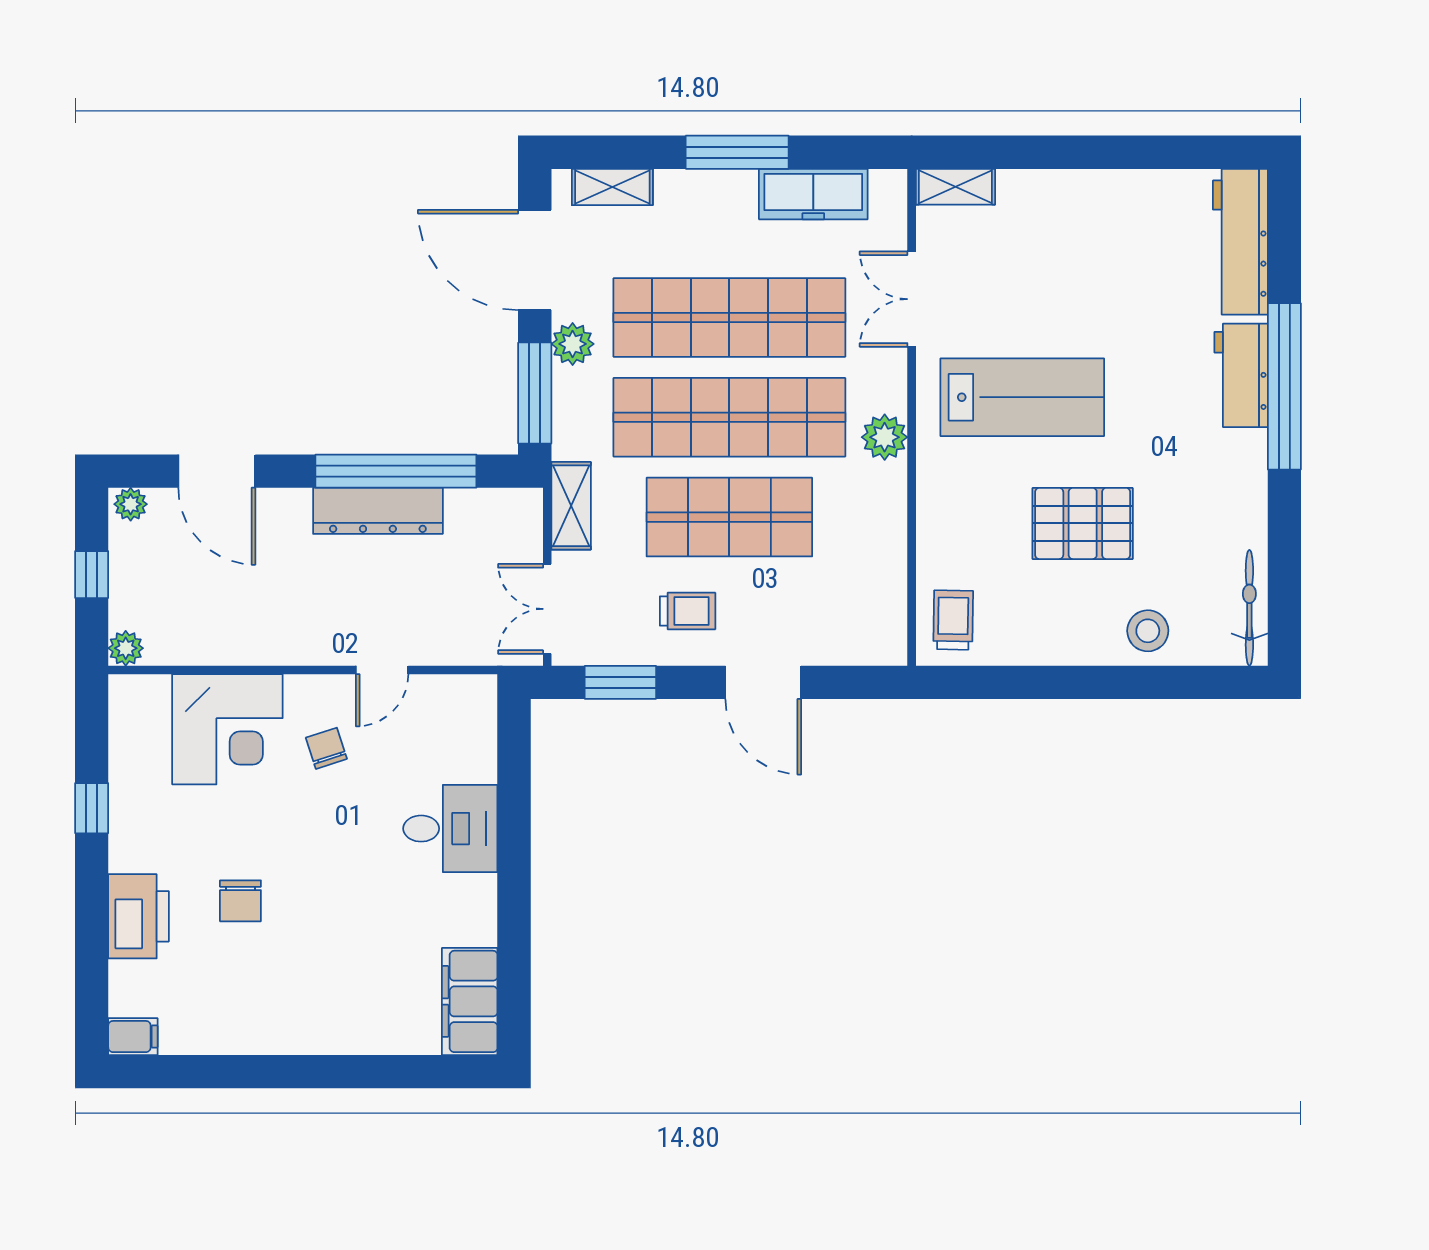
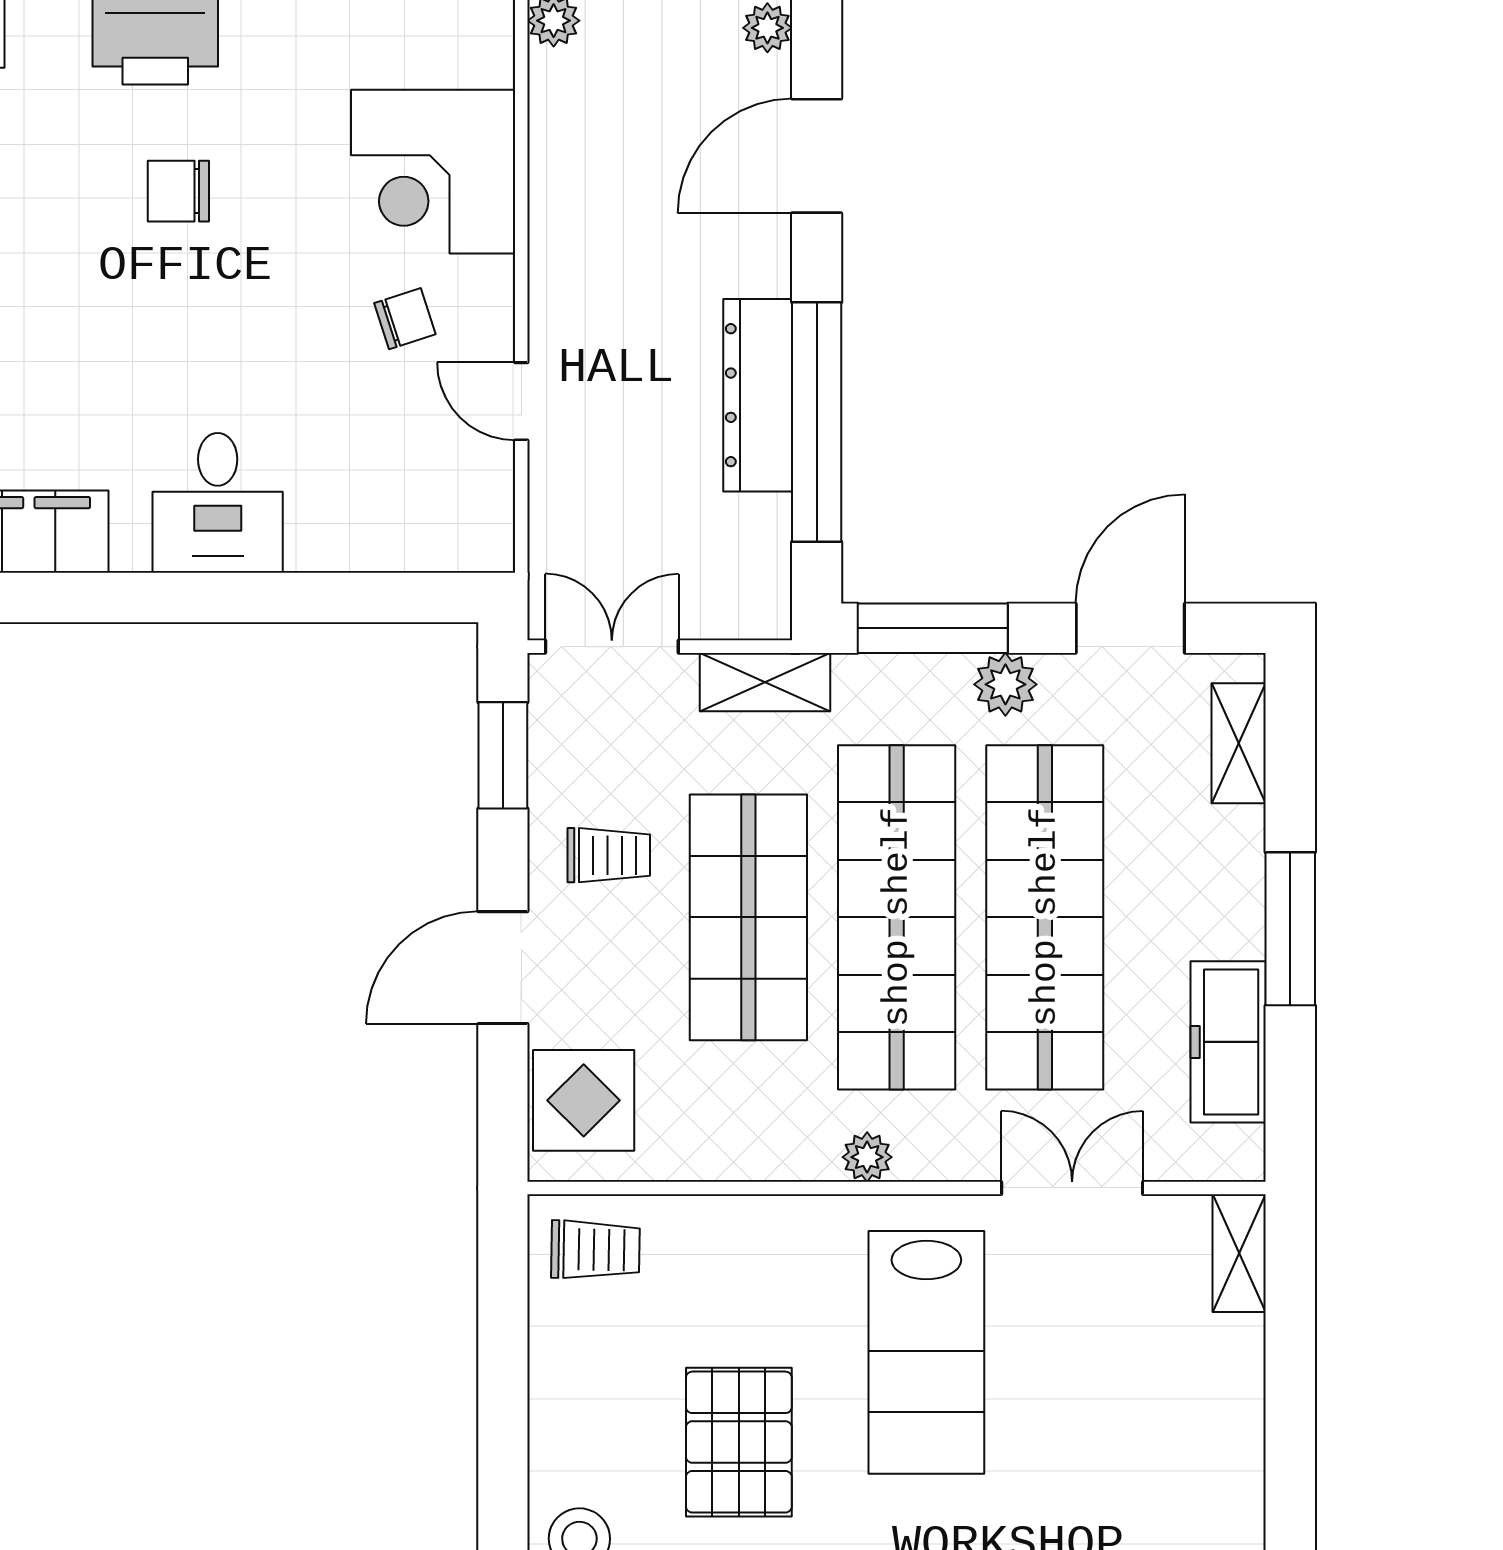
door: (535, 260) -> (1130, 628), width x0.73
plant: (885, 437) -> (867, 1157), width x0.73, depth x0.73
trolley: (688, 611) -> (609, 855), turned -90
display table: (853, 628) -> (584, 1100), added
desk: (450, 829) -> (218, 503), moved

